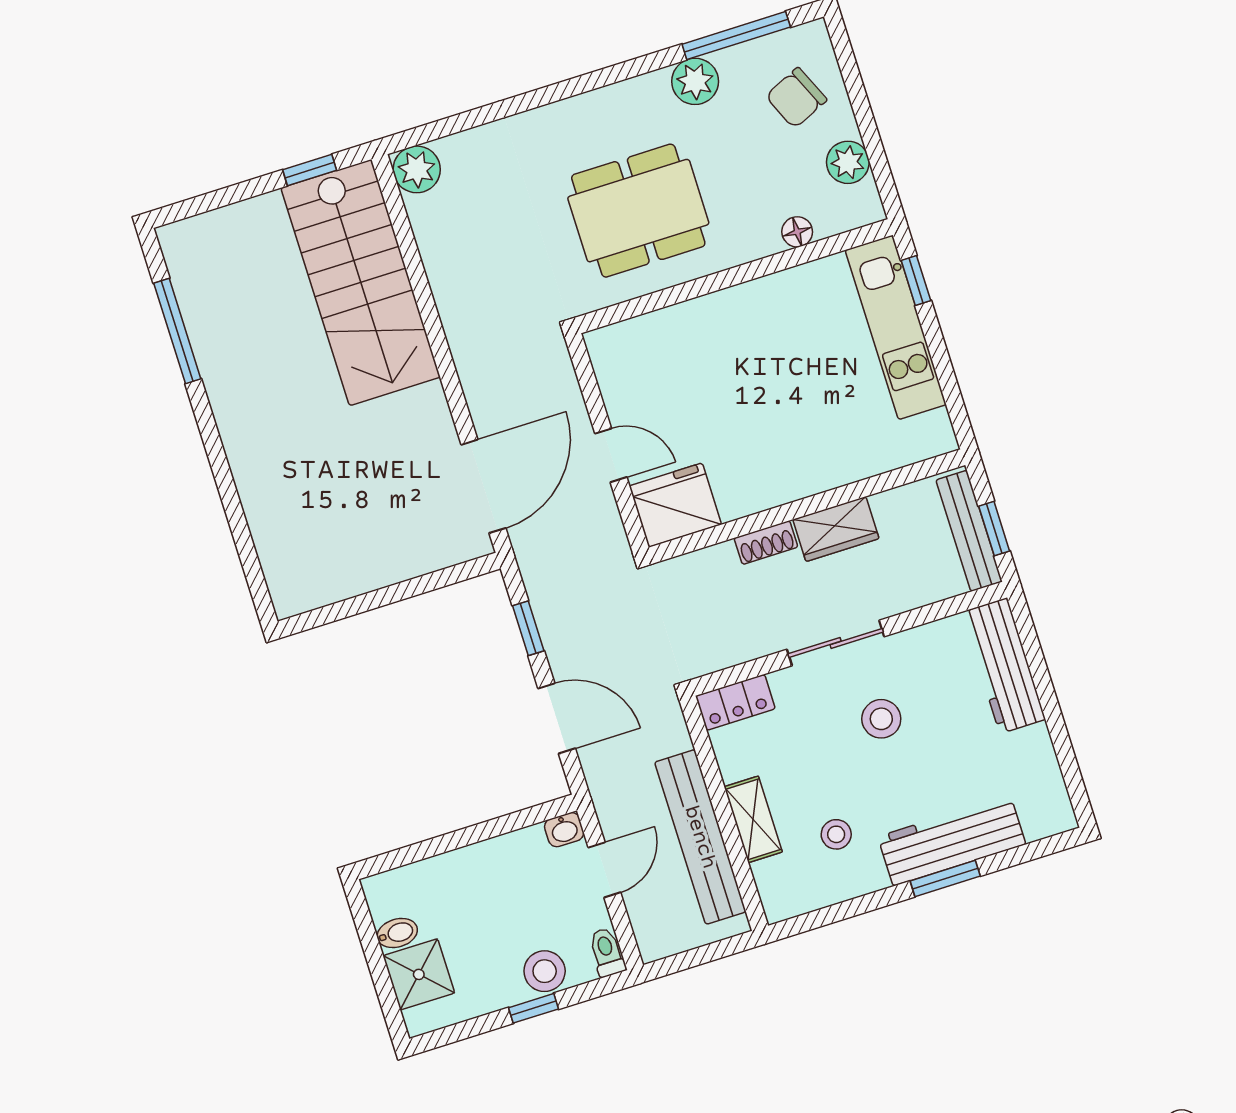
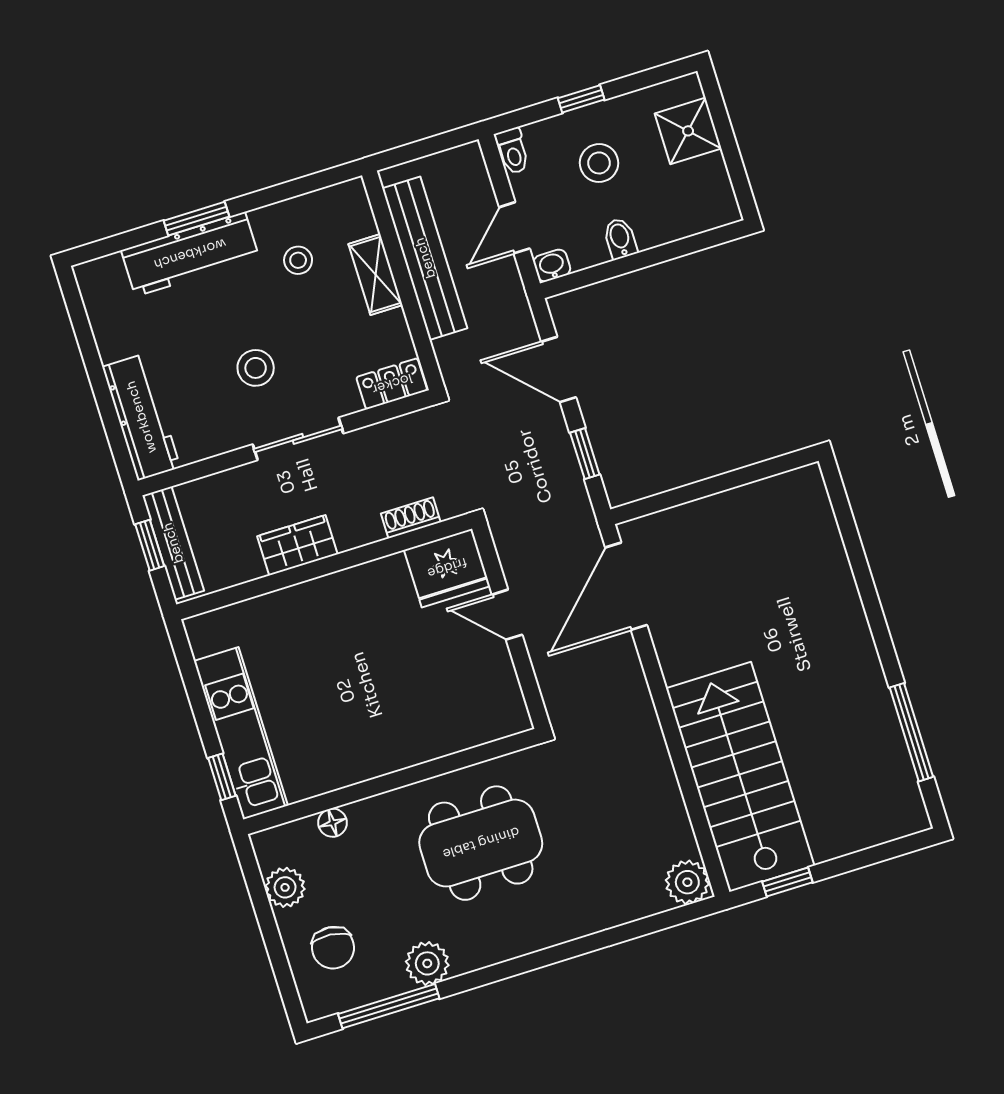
chair: (796, 98) -> (333, 948), turned 119
shoe rack: (766, 543) -> (411, 518), moved
bidet: (397, 933) -> (620, 239), moved, turned 90
stool: (545, 971) -> (599, 163), moved

